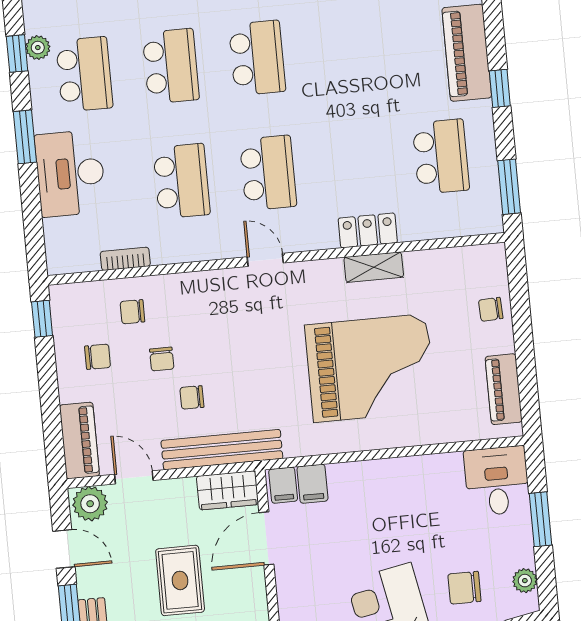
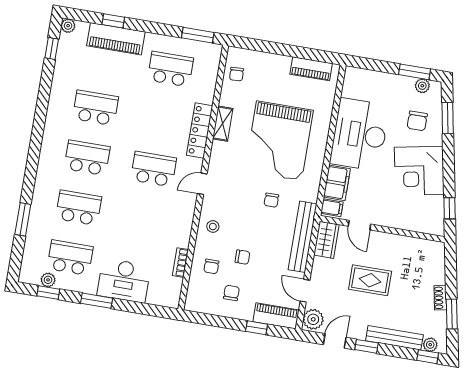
window: (500, 88) -> (113, 21), moved
school desk: (182, 181) -> (95, 108), moved
locker: (368, 230) -> (200, 131), width x1.53
stool: (199, 297) -> (213, 226), added
chair: (491, 309) -> (237, 74), moved
window: (42, 319) -> (257, 328), moved
grand piano: (370, 368) -> (279, 141), turned 180
chair: (192, 397) -> (271, 200), moved
door: (134, 477) -> (305, 291), hinge flipped
desk: (497, 481) -> (360, 134), moved, width x1.87, depth x1.30
filing cabinet: (312, 484) -> (337, 183), width x2.00
window: (540, 519) -> (415, 72), moved
door: (266, 538) -> (359, 225), width x0.73

